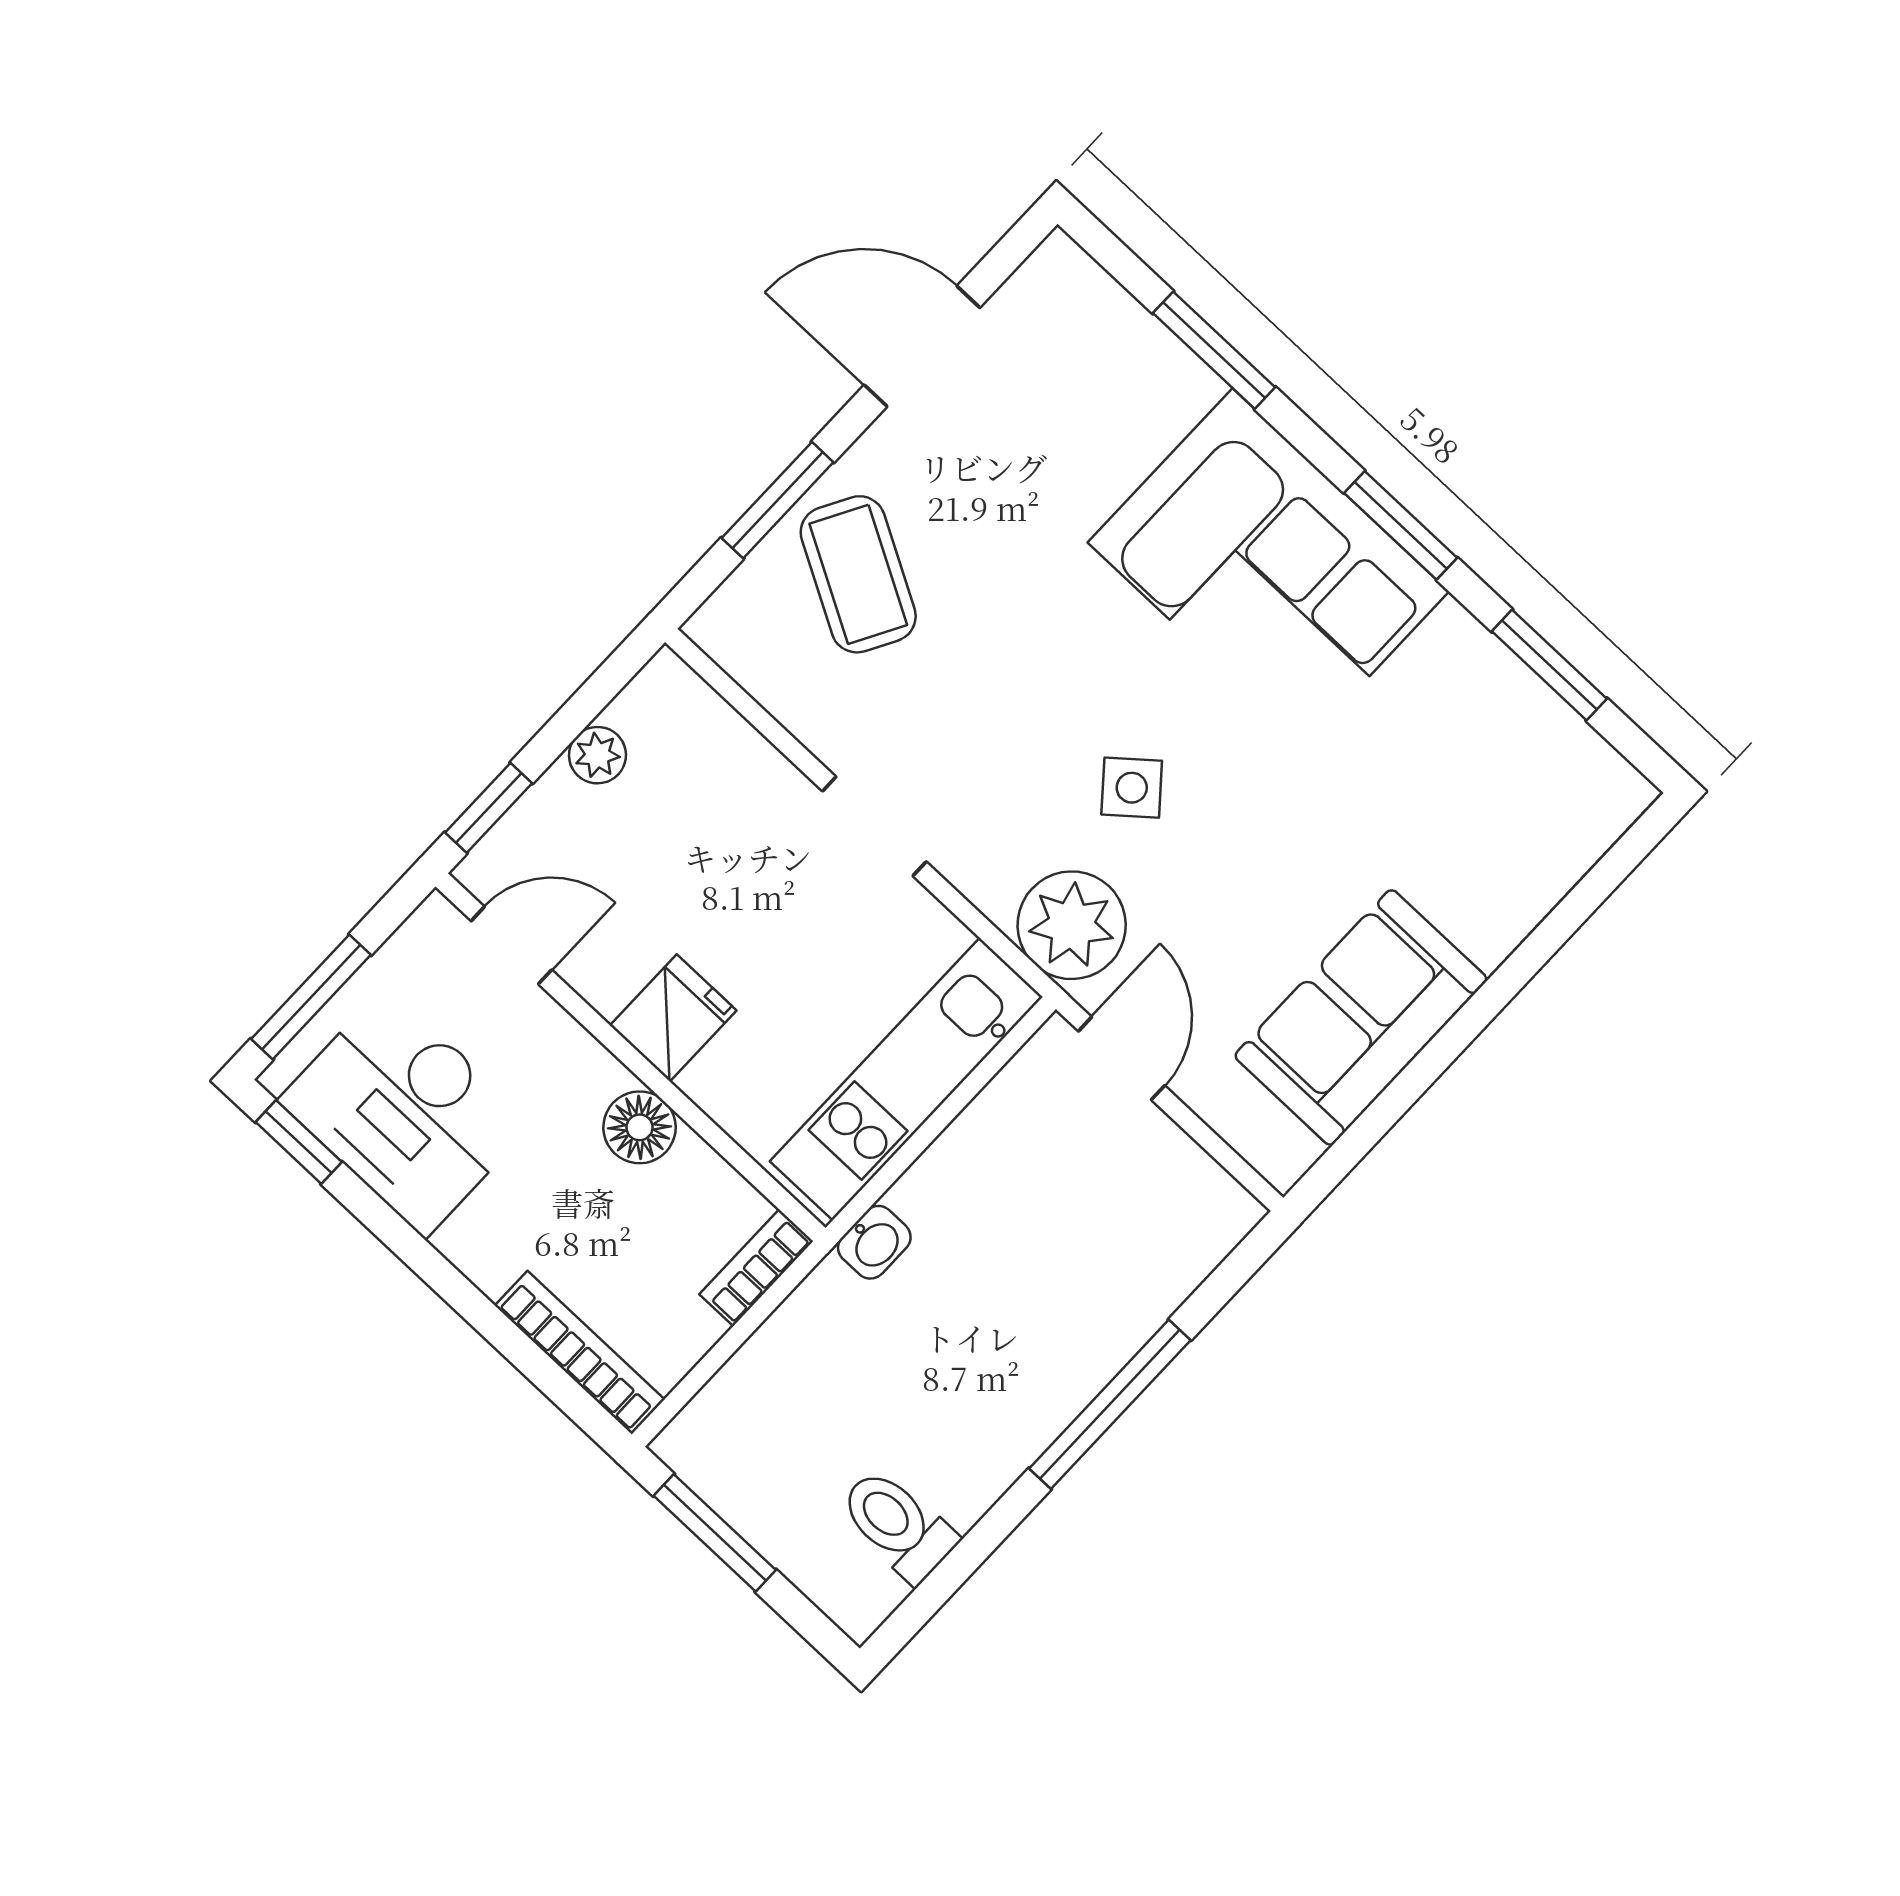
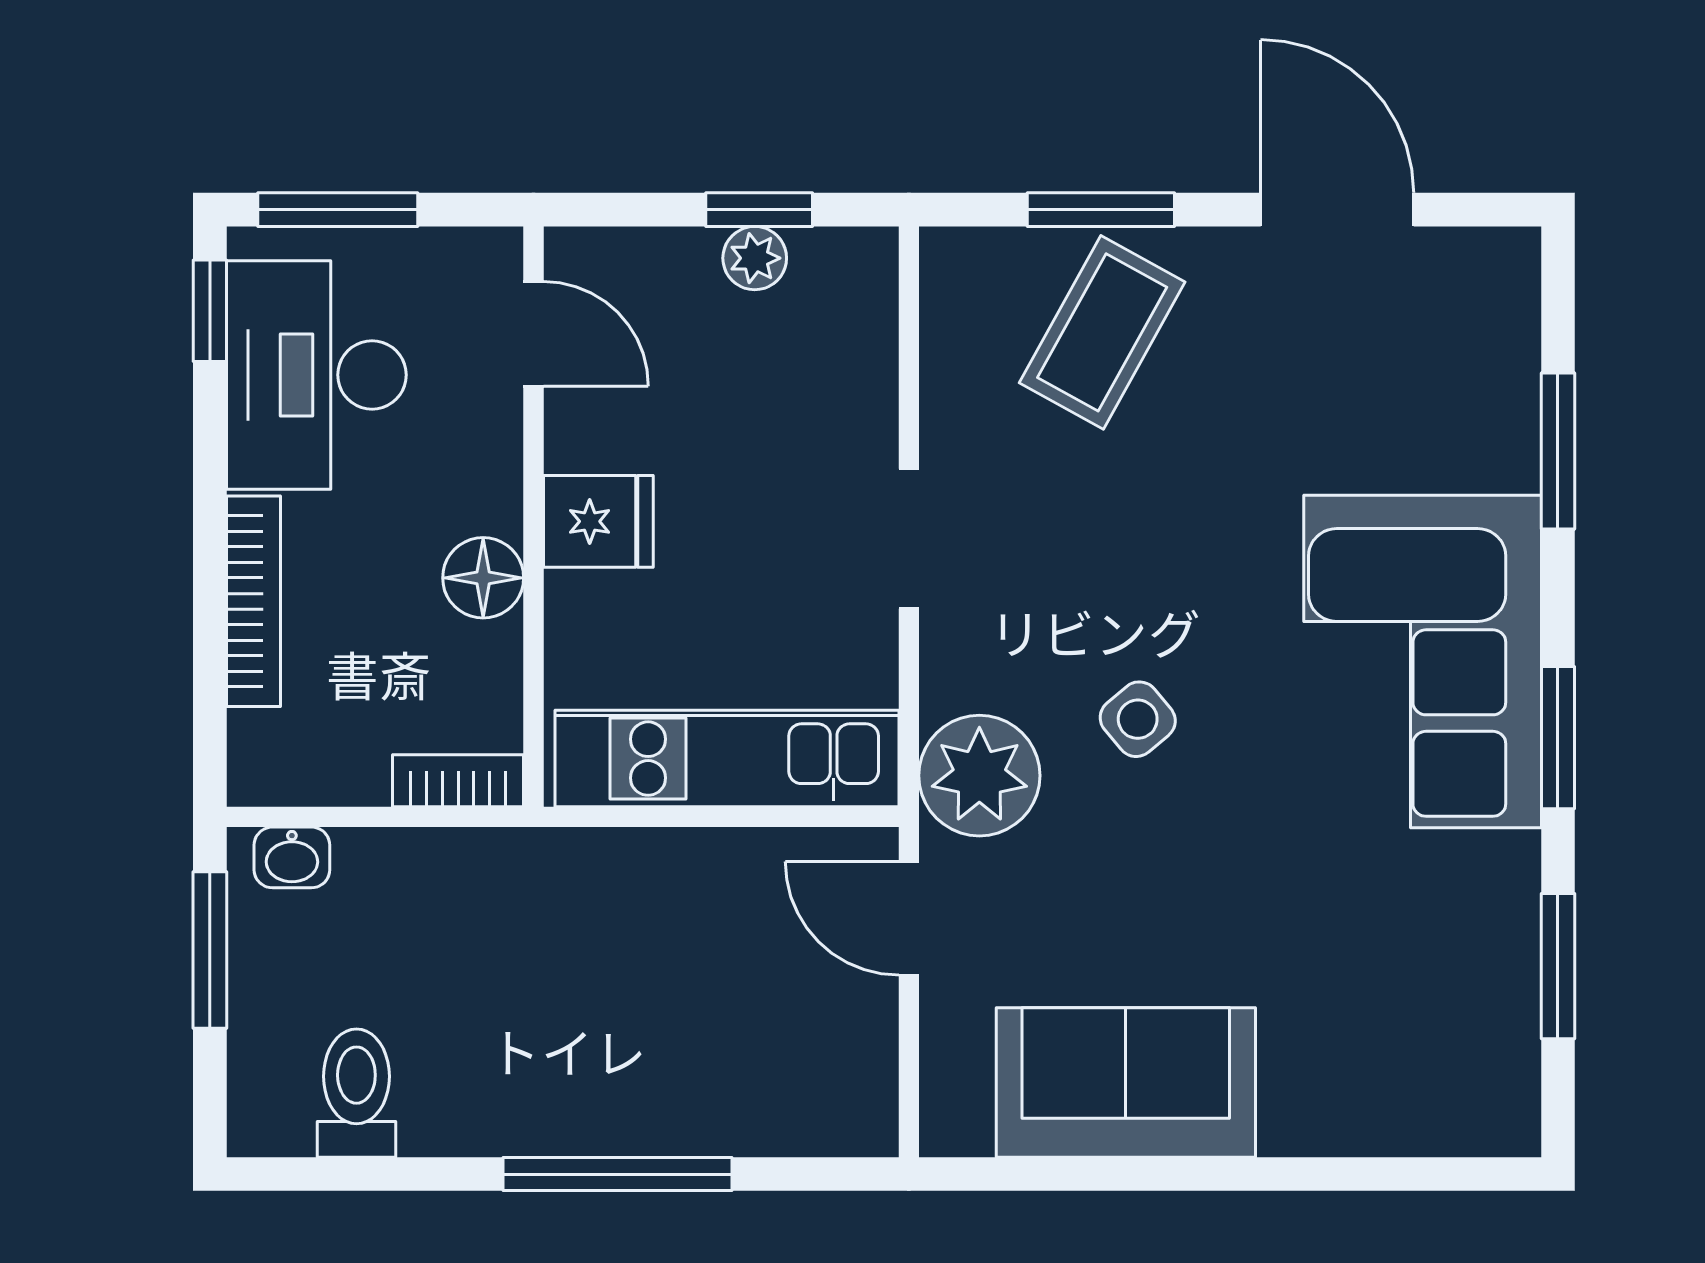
window: (489, 808) -> (759, 210), moved
door: (1122, 1058) -> (909, 918), swing flipped
washbasin: (874, 1242) -> (292, 857), moved
bookcase: (580, 1353) -> (253, 601), moved

